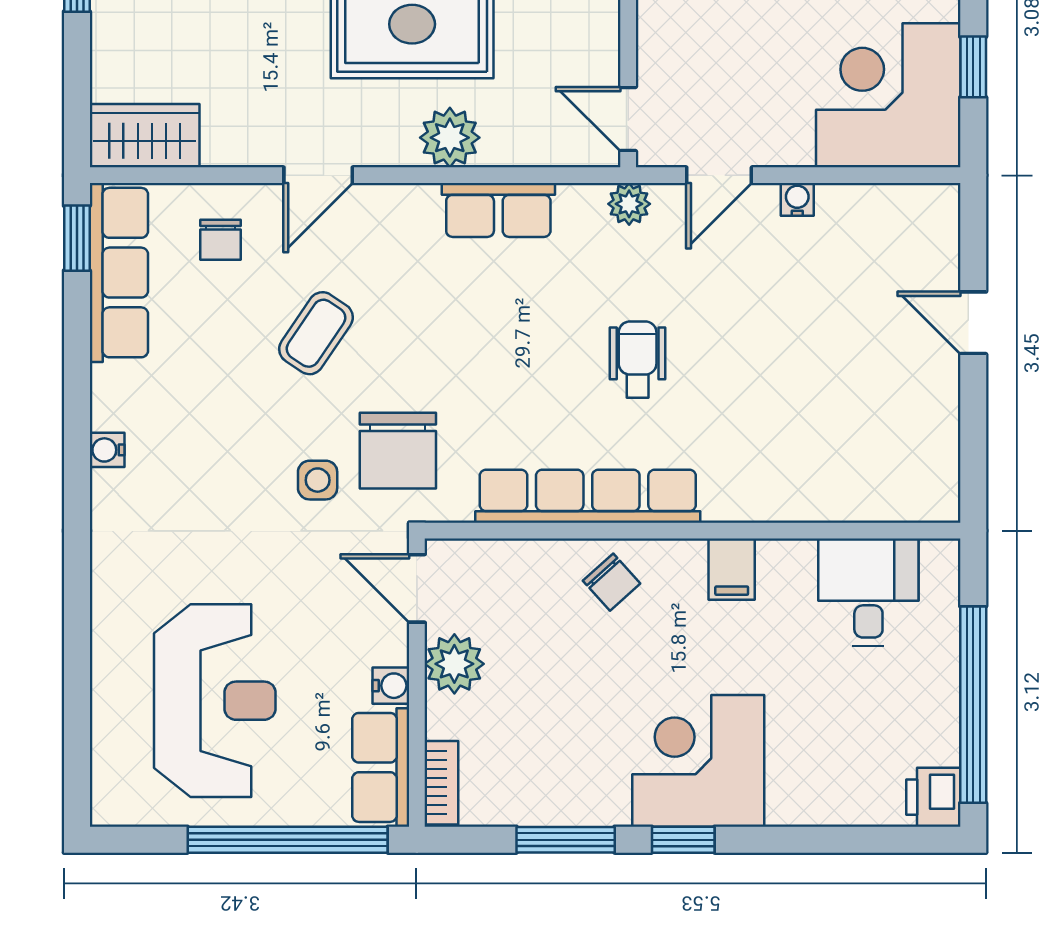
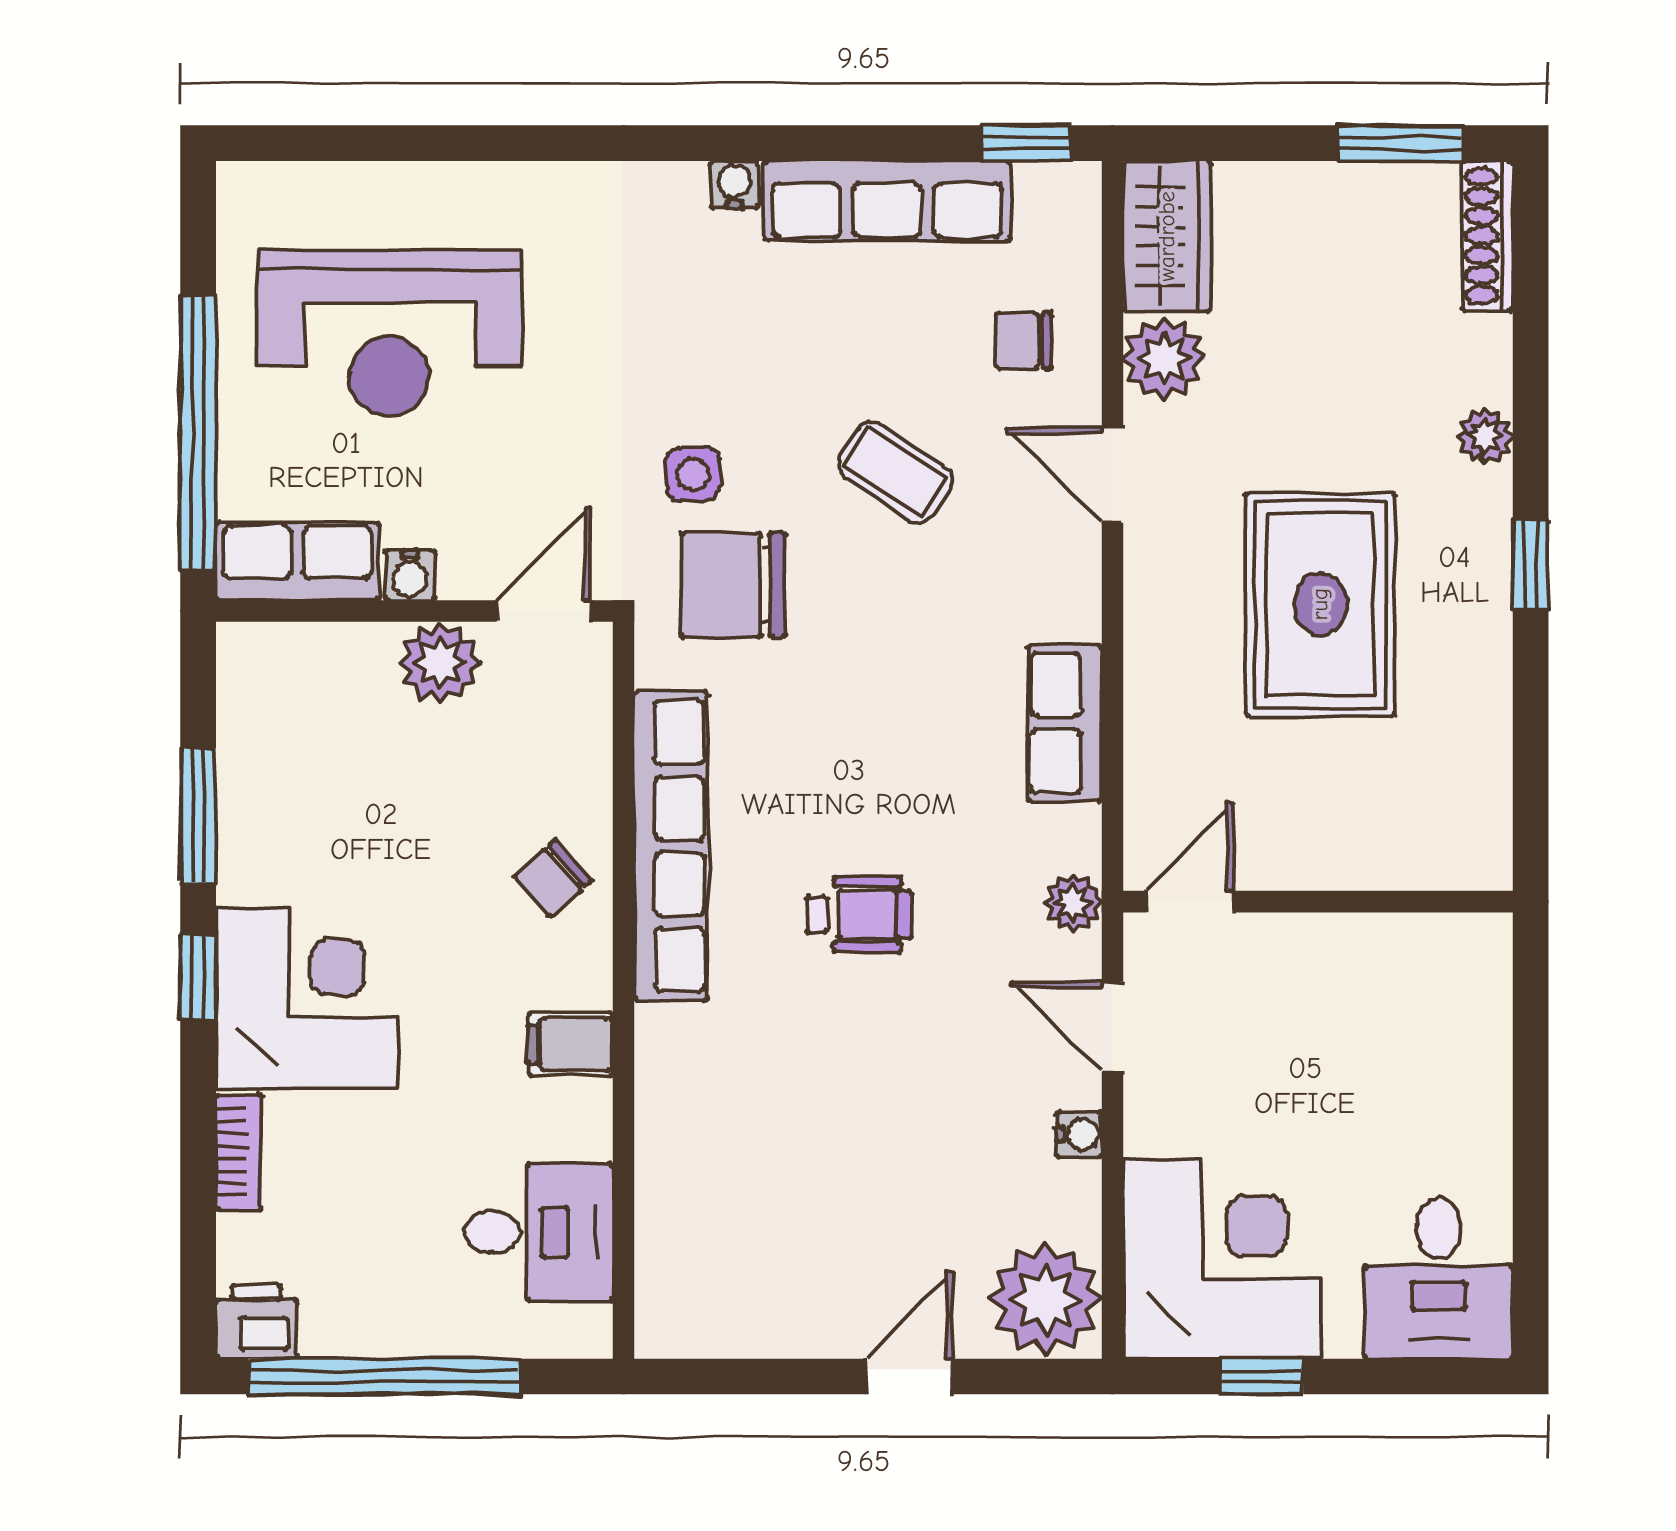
plant: (450, 138) -> (1164, 358), moved
plant: (917, 224) -> (1046, 1300), added
row of seats: (119, 273) -> (887, 201), moved
bookcase: (441, 783) -> (239, 1152), moved, turned -90

